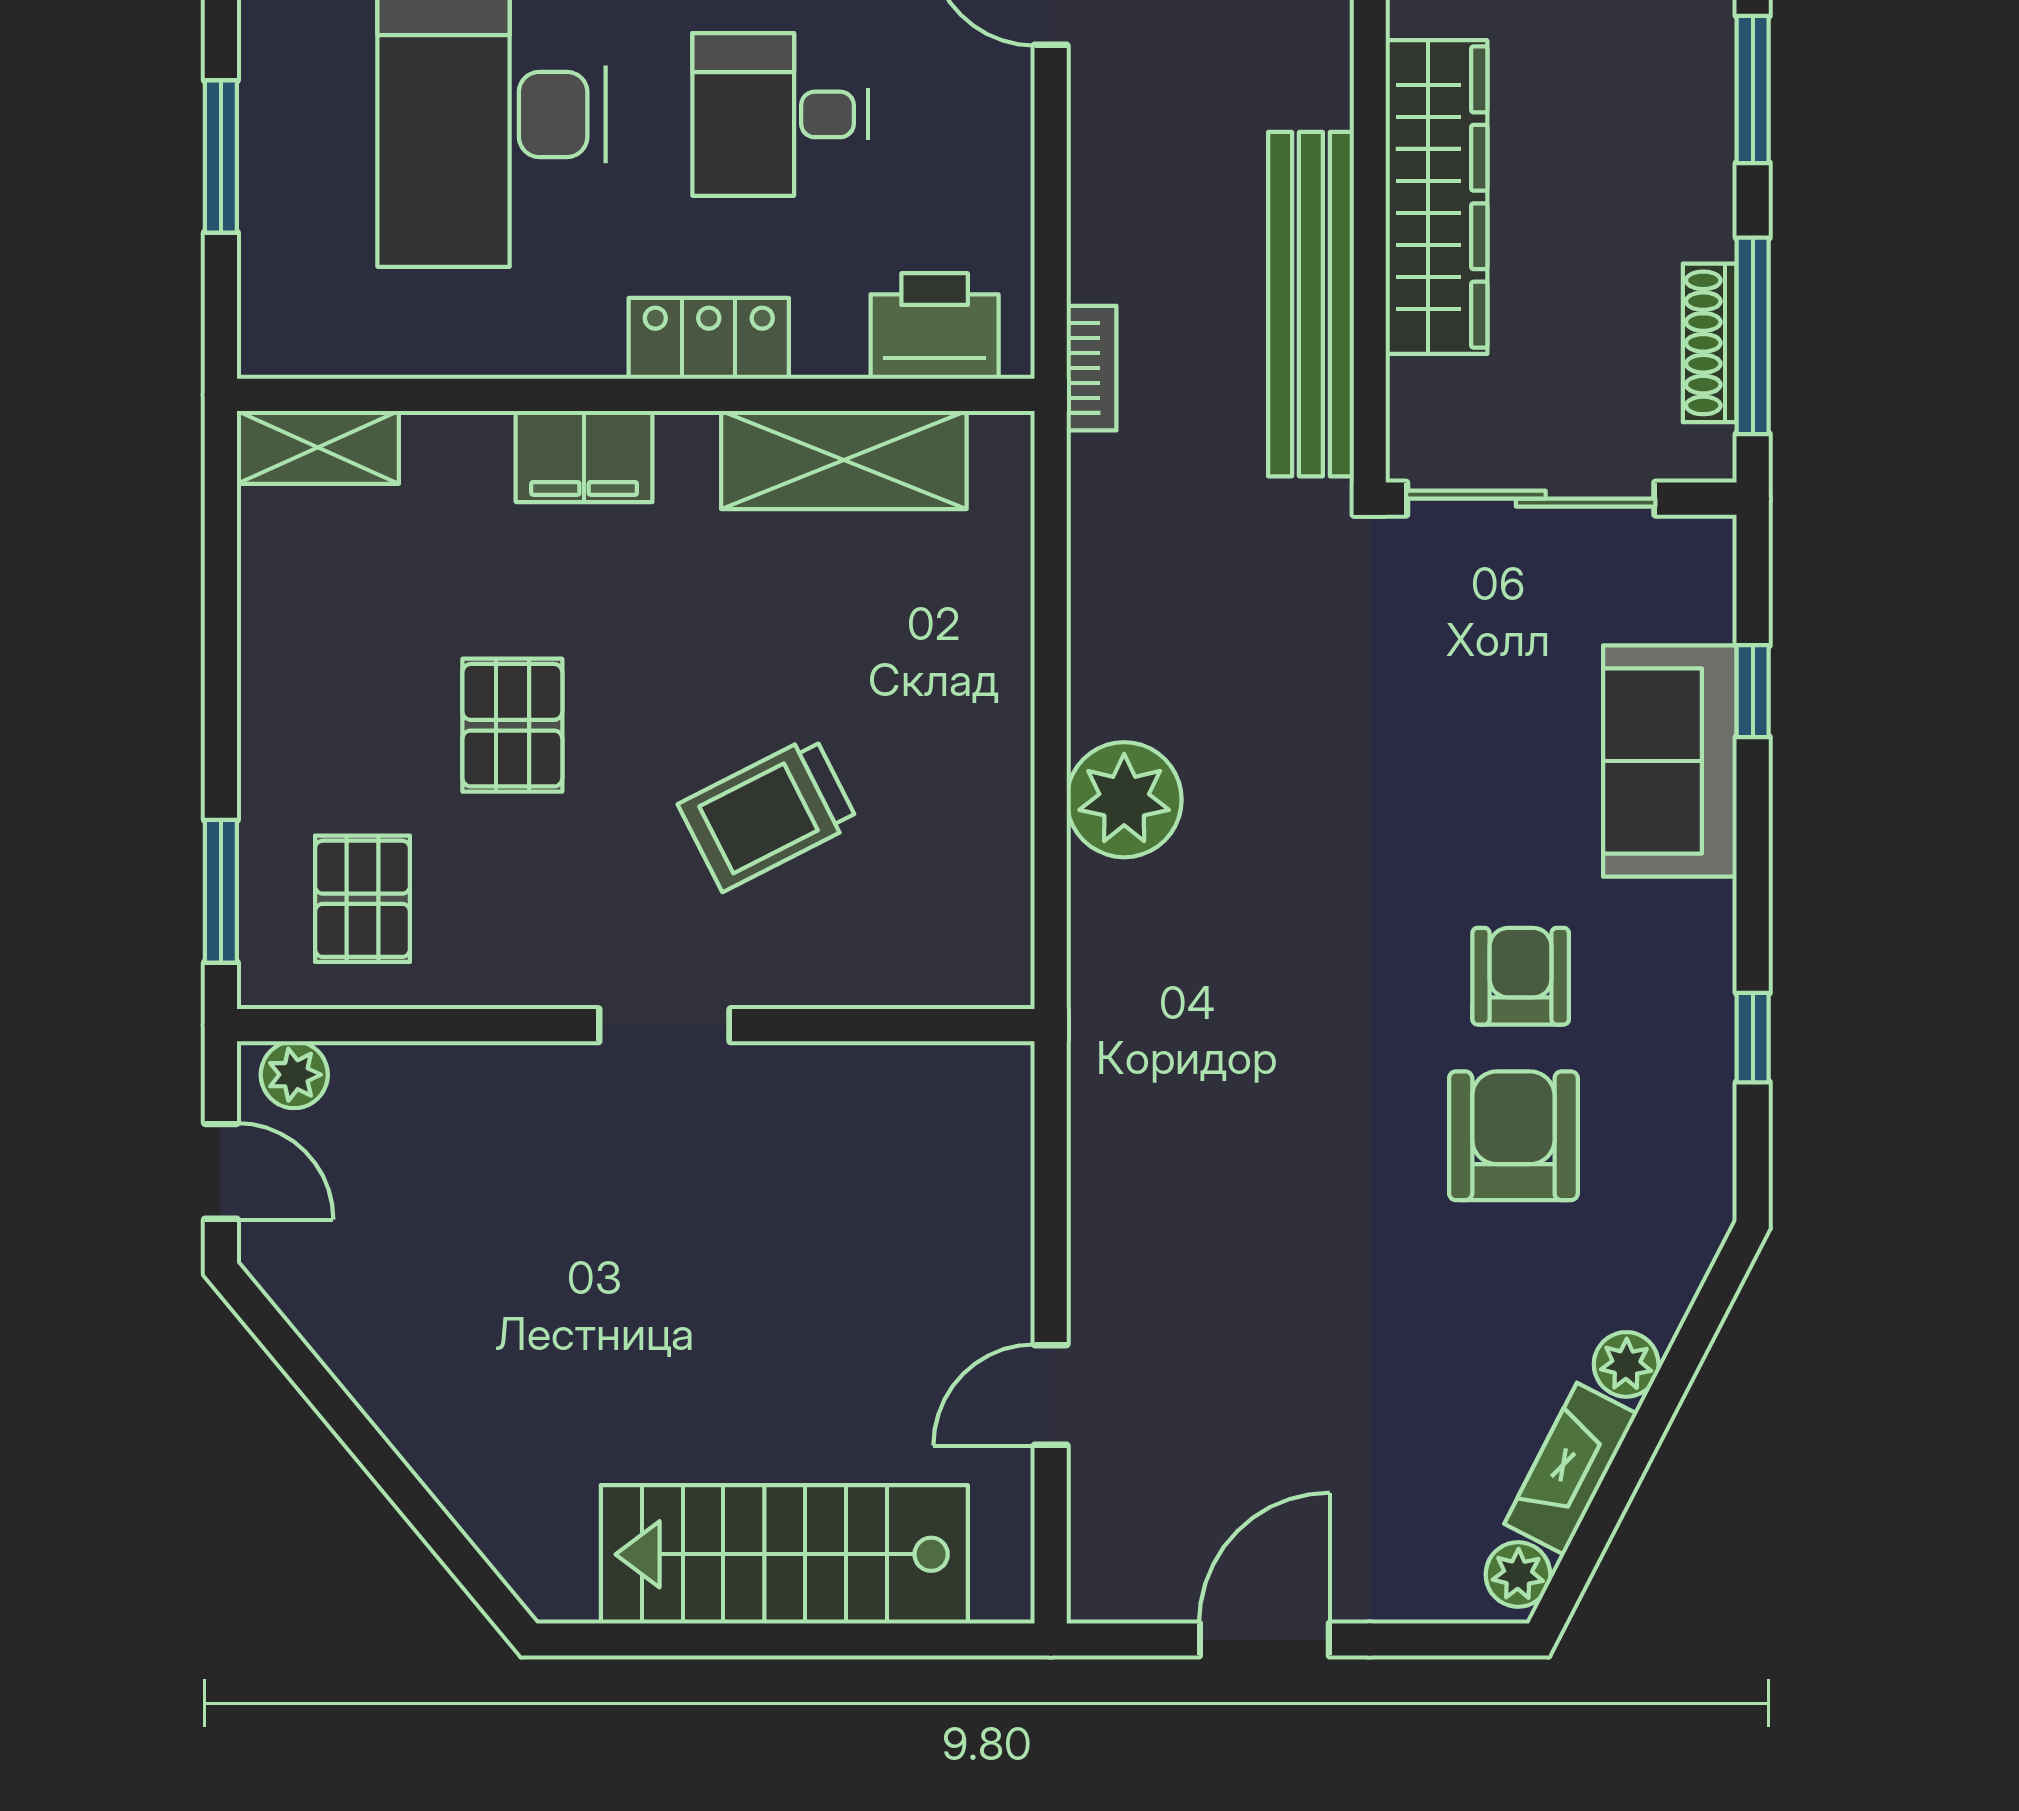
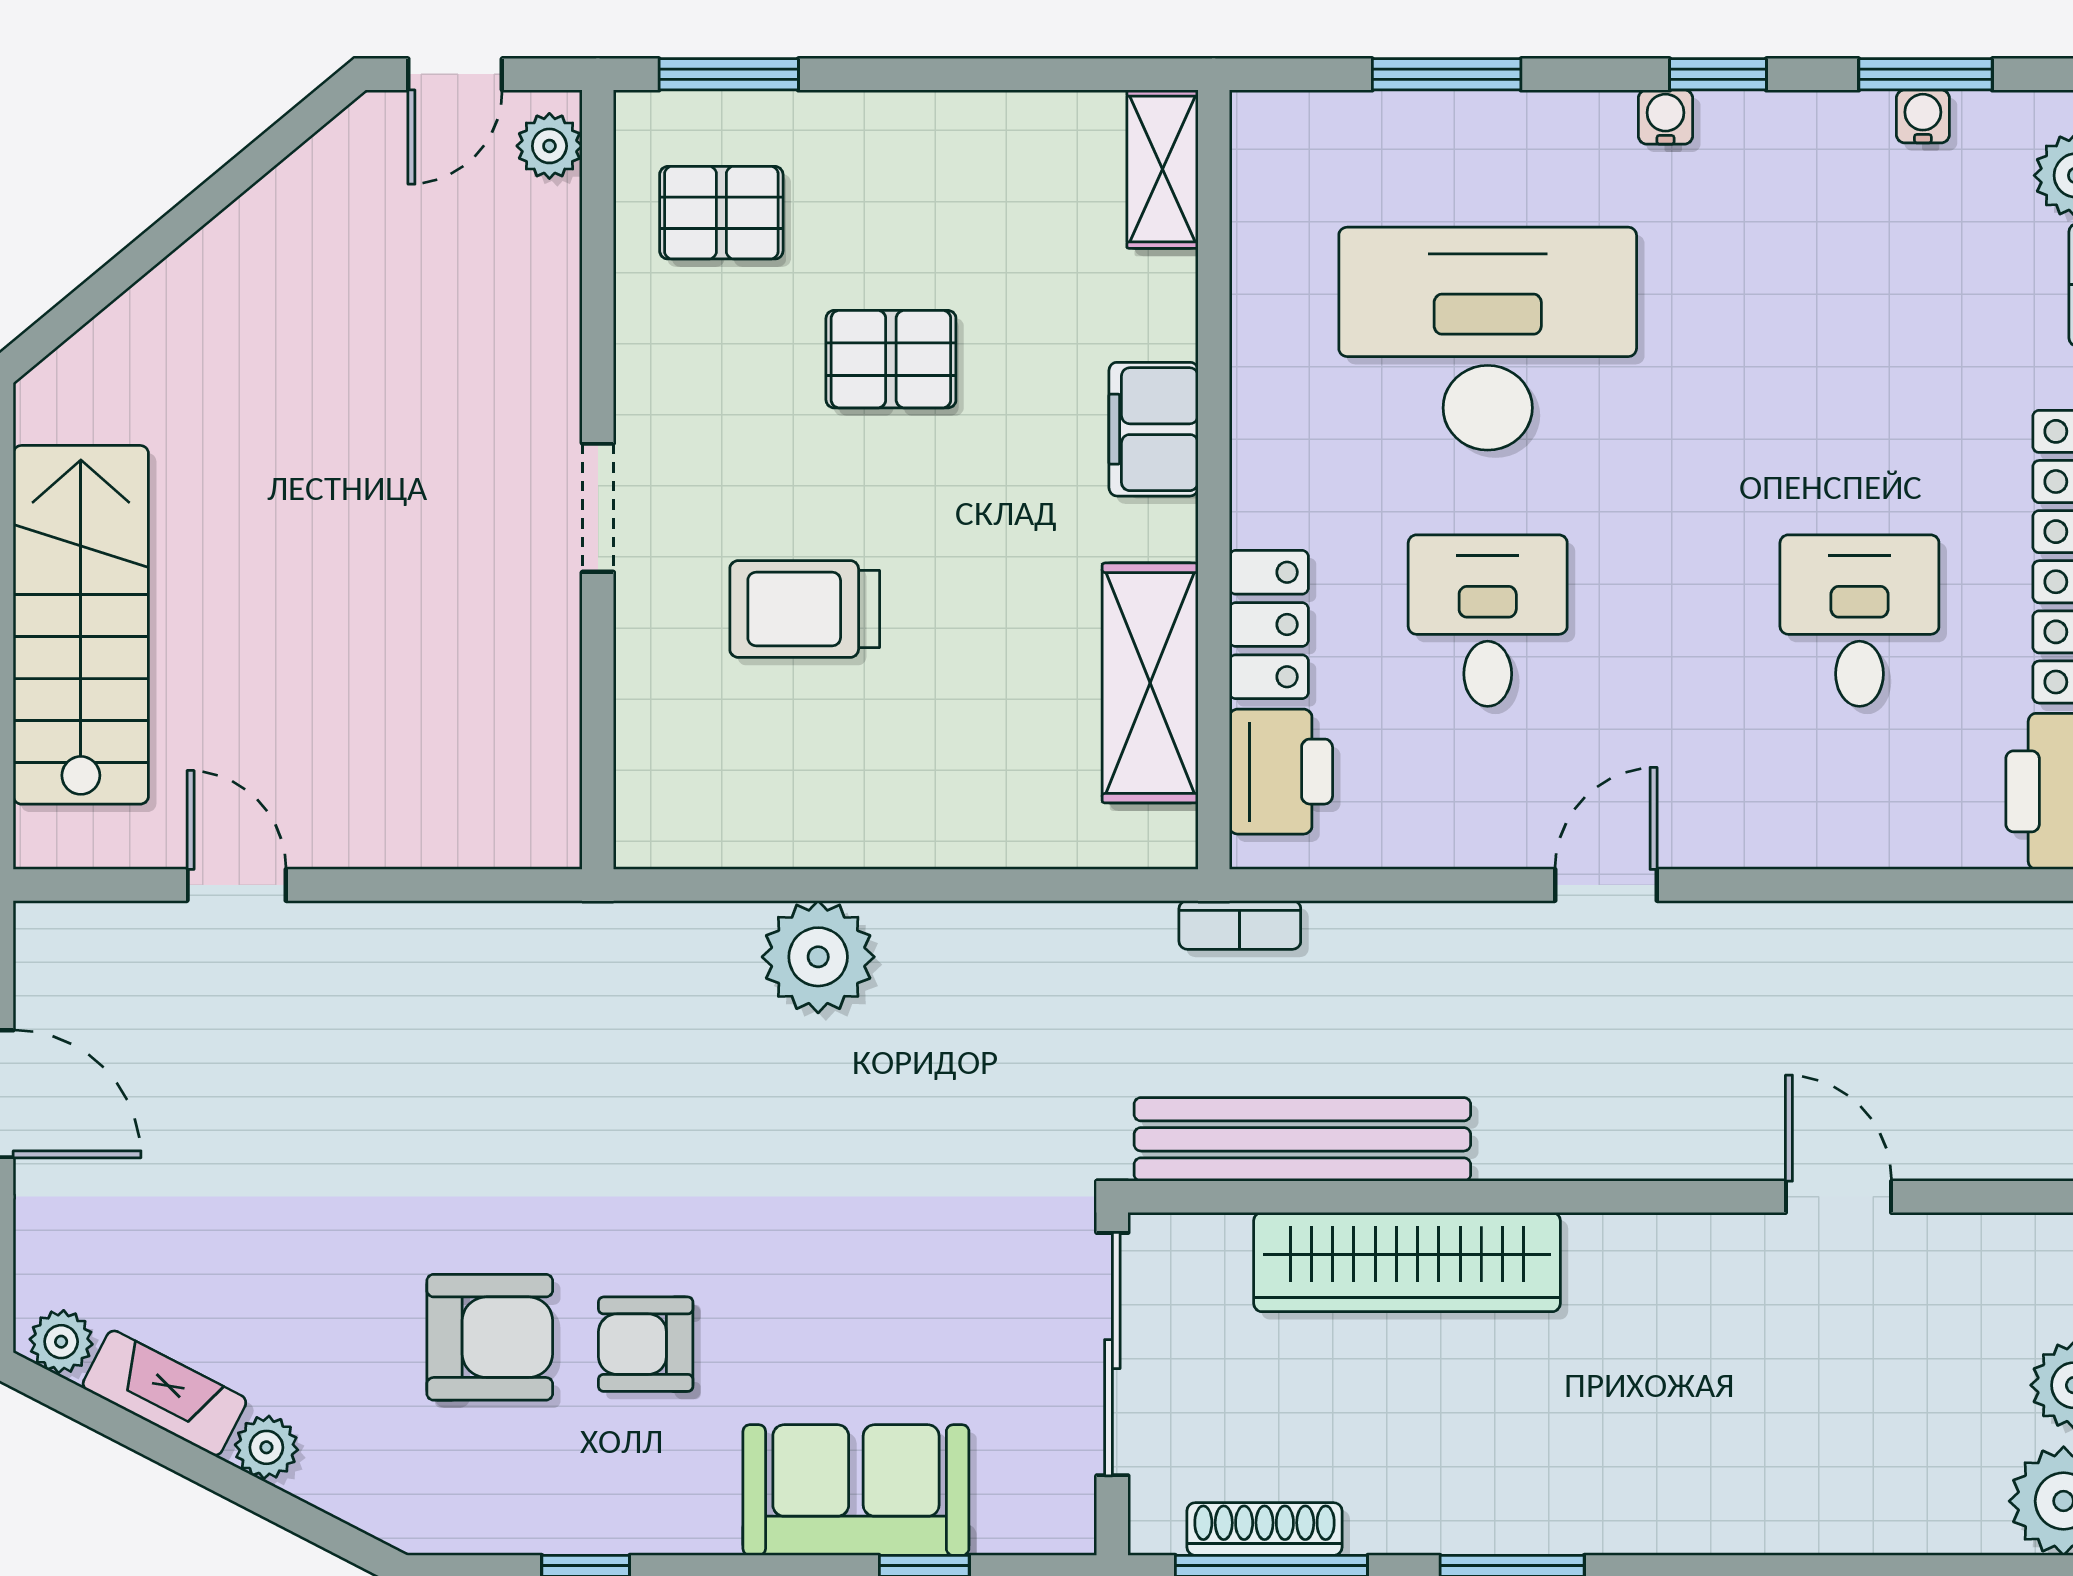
locker: (709, 338) -> (1269, 625), moved
trolley: (768, 813) -> (805, 609), turned -63
armchair: (1521, 976) -> (646, 1344), turned 180

